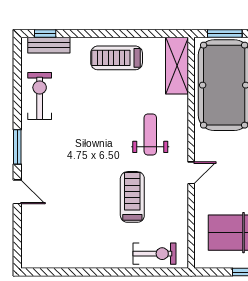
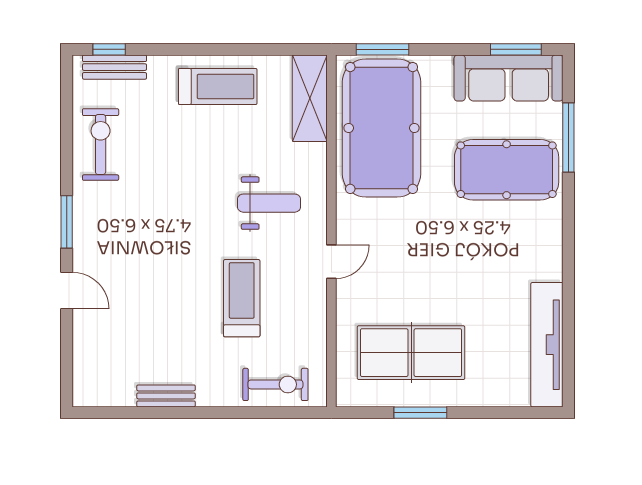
treadmill: (117, 58) -> (218, 86), turned 180
weight bench: (150, 134) -> (269, 203), turned 90
bench: (83, 261) -> (166, 396), added

